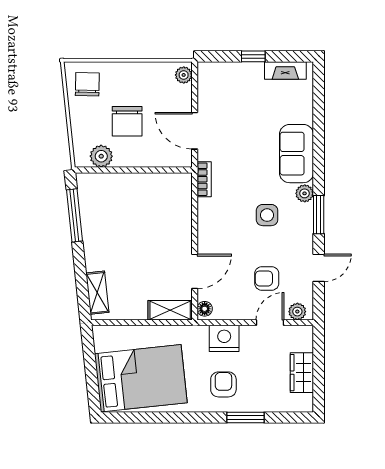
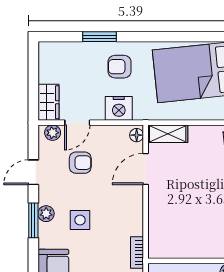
plant: (305, 193) -> (46, 214), moved
wardrobe: (302, 373) -> (48, 102), moved
armchair: (223, 384) -> (119, 67), turned 90

